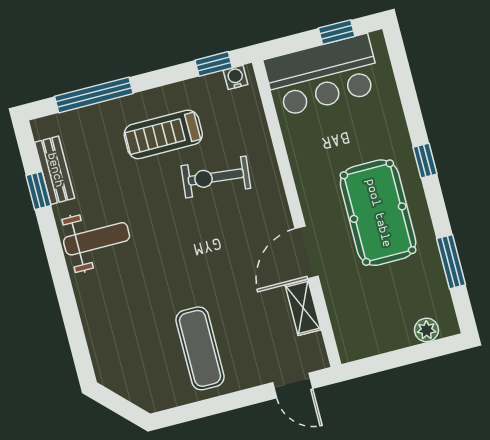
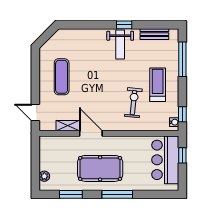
window: (337, 32) -> (182, 155), moved
window: (425, 161) -> (117, 194), width x2.17
window: (38, 190) -> (124, 25), moved
exercise mat: (200, 348) -> (62, 77), turned 90
door: (293, 385) -> (35, 112), hinge flipped

